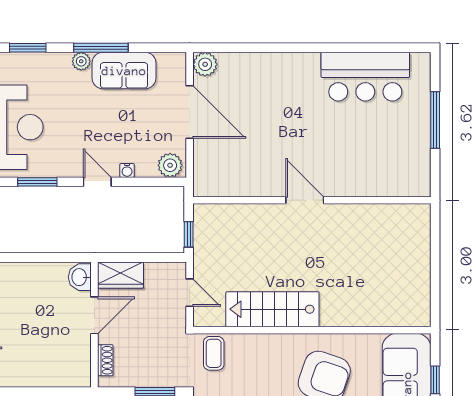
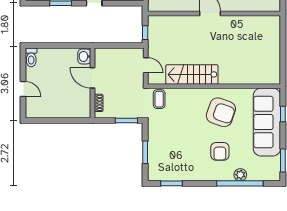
wardrobe: (121, 275) -> (107, 55), removed
door: (94, 315) -> (93, 78), swing flipped

